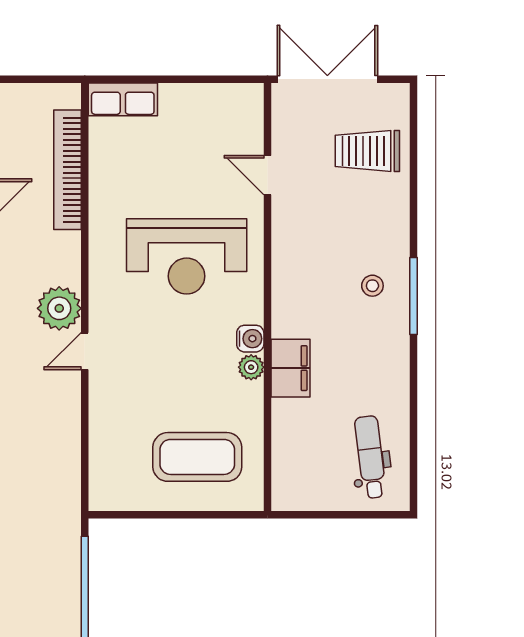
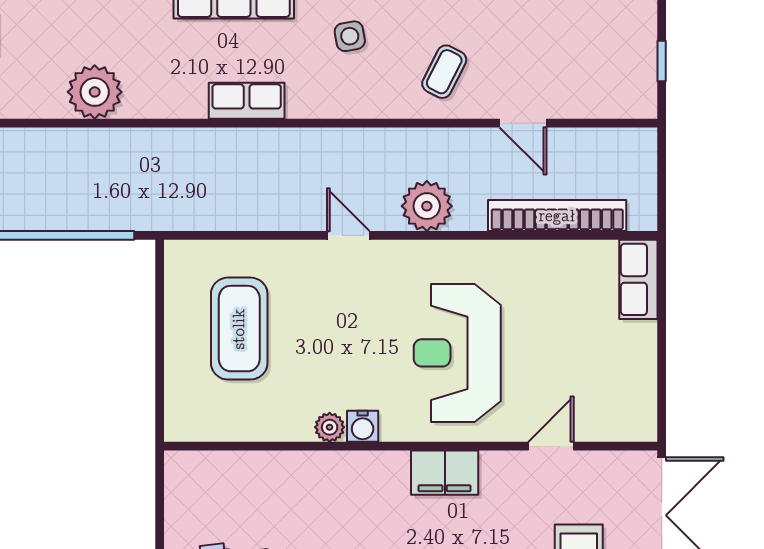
plant: (59, 308) -> (427, 206), moved
filing cabinet: (290, 368) -> (445, 473), moved
coffee table: (197, 457) -> (239, 329), moved

